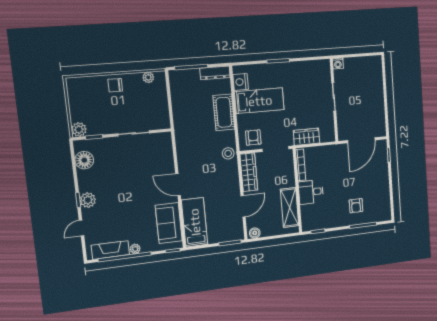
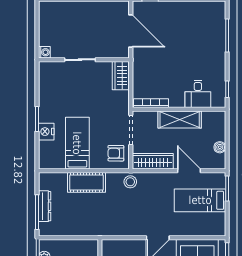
dresser: (215, 73) -> (45, 206), moved
nightstand: (241, 82) -> (46, 132), moved, turned 90
wardrobe: (307, 137) -> (121, 76), moved
desk: (311, 192) -> (198, 94), moved
armchair: (356, 206) -> (204, 43), removed
shelving: (290, 208) -> (180, 119), moved
bed: (195, 222) -> (200, 200), moved
boiler: (255, 233) -> (220, 147), moved

